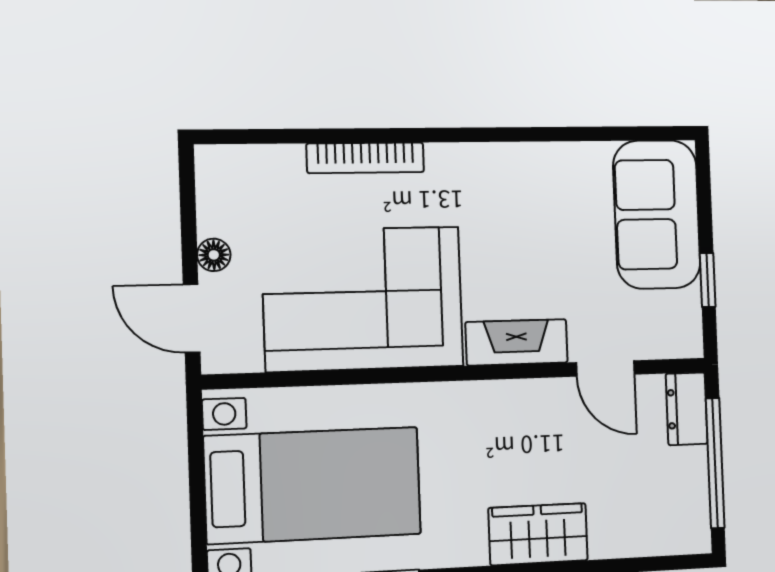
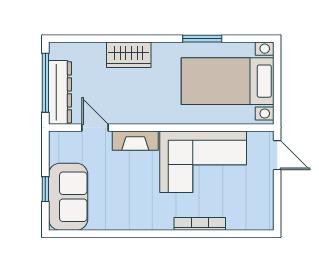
floor lamp: (214, 255) -> (267, 182), removed
window: (708, 280) -> (45, 189), moved
dresser: (687, 409) -> (60, 92), width x1.96, depth x1.24

